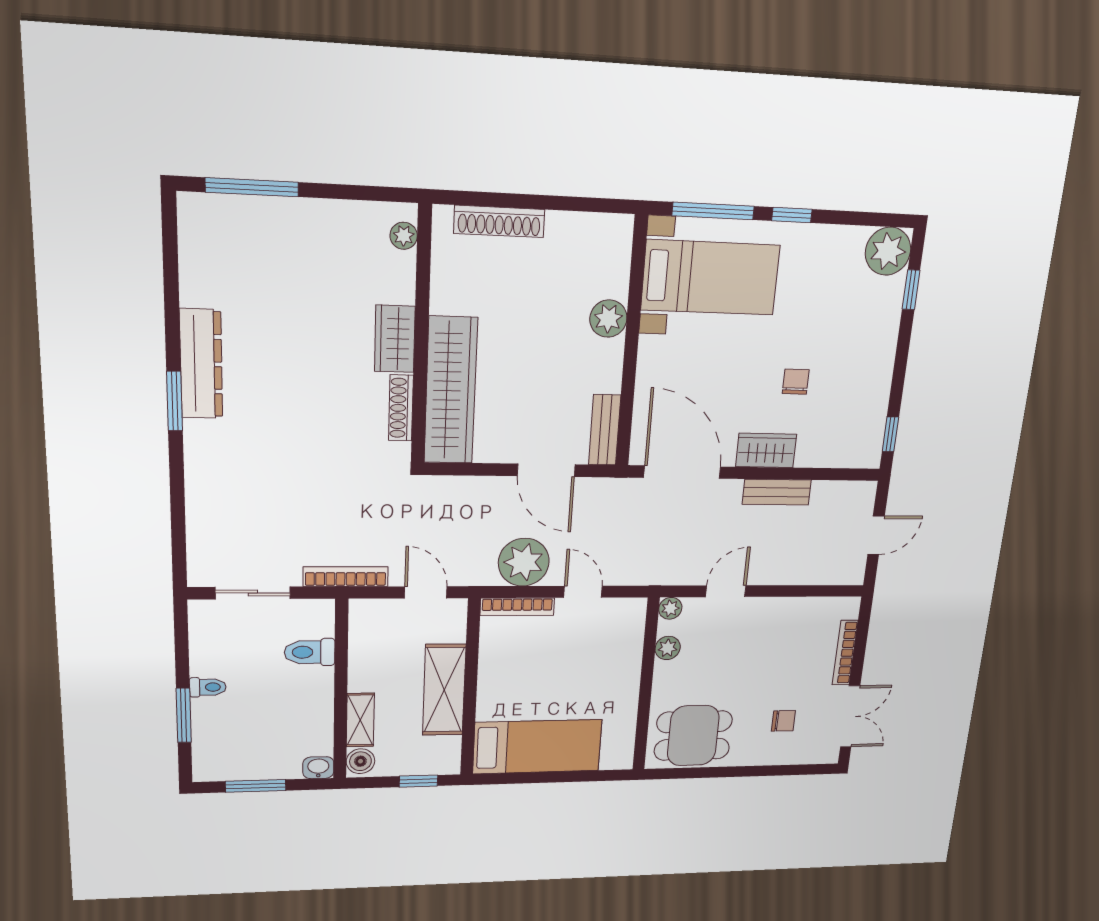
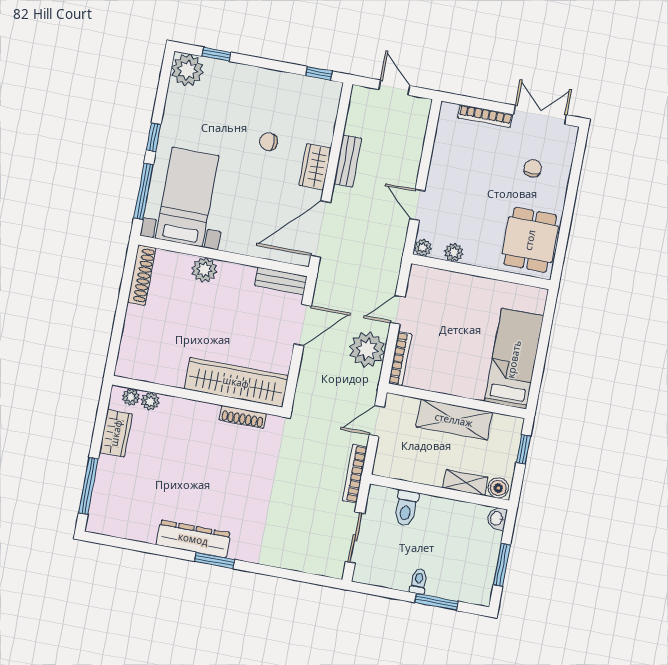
shoe rack: (499, 221) -> (142, 275), moved
plant: (402, 267) -> (150, 401), added
wardrobe: (395, 339) -> (116, 433), moved, turned -90

